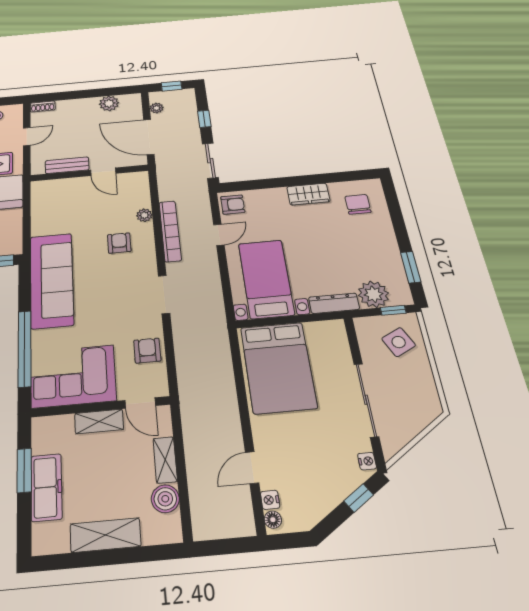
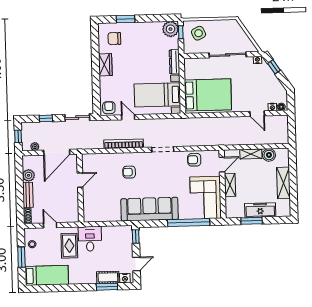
bench: (67, 165) -> (28, 195), moved
plant: (144, 215) -> (112, 157), removed
window: (411, 267) -> (126, 19), moved
plant: (373, 294) -> (170, 29), moved

